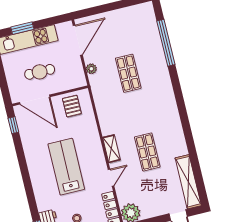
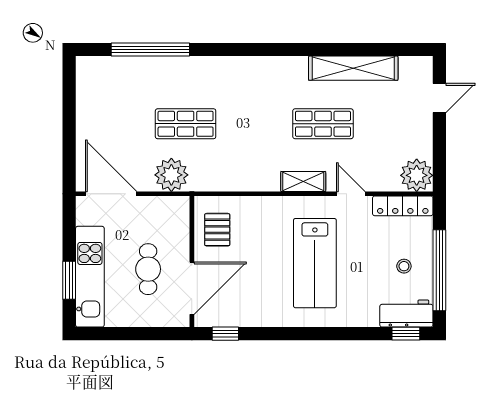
plant: (91, 69) -> (171, 175), width x1.88, depth x1.88
pallet: (72, 106) -> (217, 230), turned 90
lab bench: (66, 167) -> (315, 263), turned -90
shelving: (188, 182) -> (353, 68), moved

